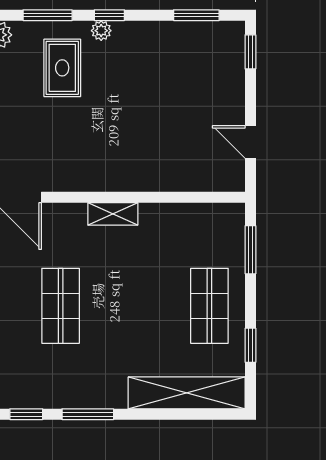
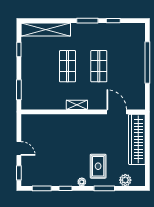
window: (109, 15) -> (66, 188), moved
door: (250, 142) -> (19, 148), moved
shop shelf: (209, 306) -> (68, 66), moved

